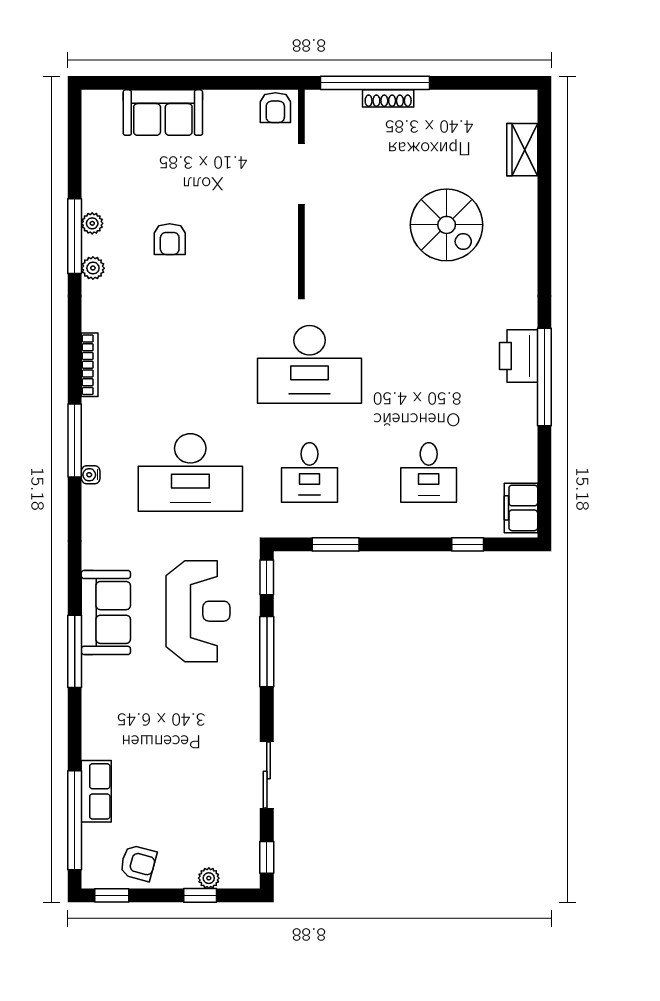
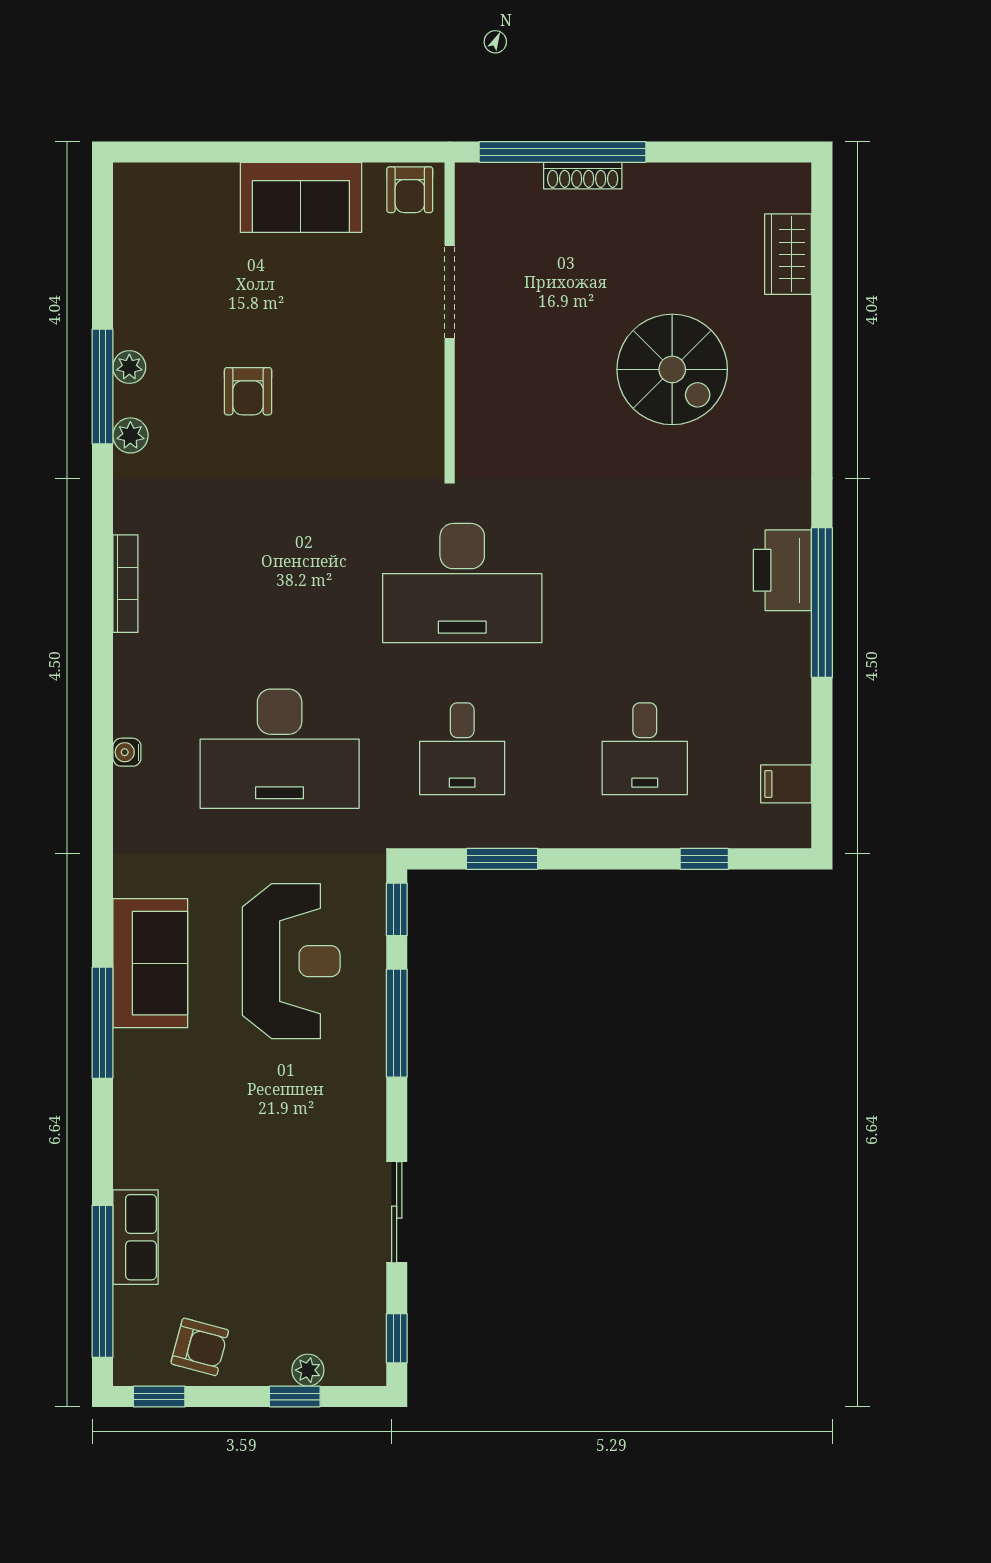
sofa: (163, 113) -> (301, 197), moved
window: (75, 441) -> (102, 700), removed
filing cabinet: (521, 508) -> (786, 784), width x0.50

